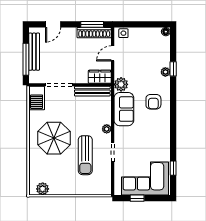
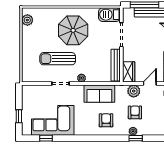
door: (113, 53) -> (150, 83), hinge flipped
armchair: (145, 70) -> (135, 112), added
plant: (121, 84) -> (134, 91), moved
armchair: (153, 102) -> (106, 120), turned 90
corner sofa: (145, 178) -> (53, 120), moved, turned -90
window: (137, 198) -> (19, 116), moved

